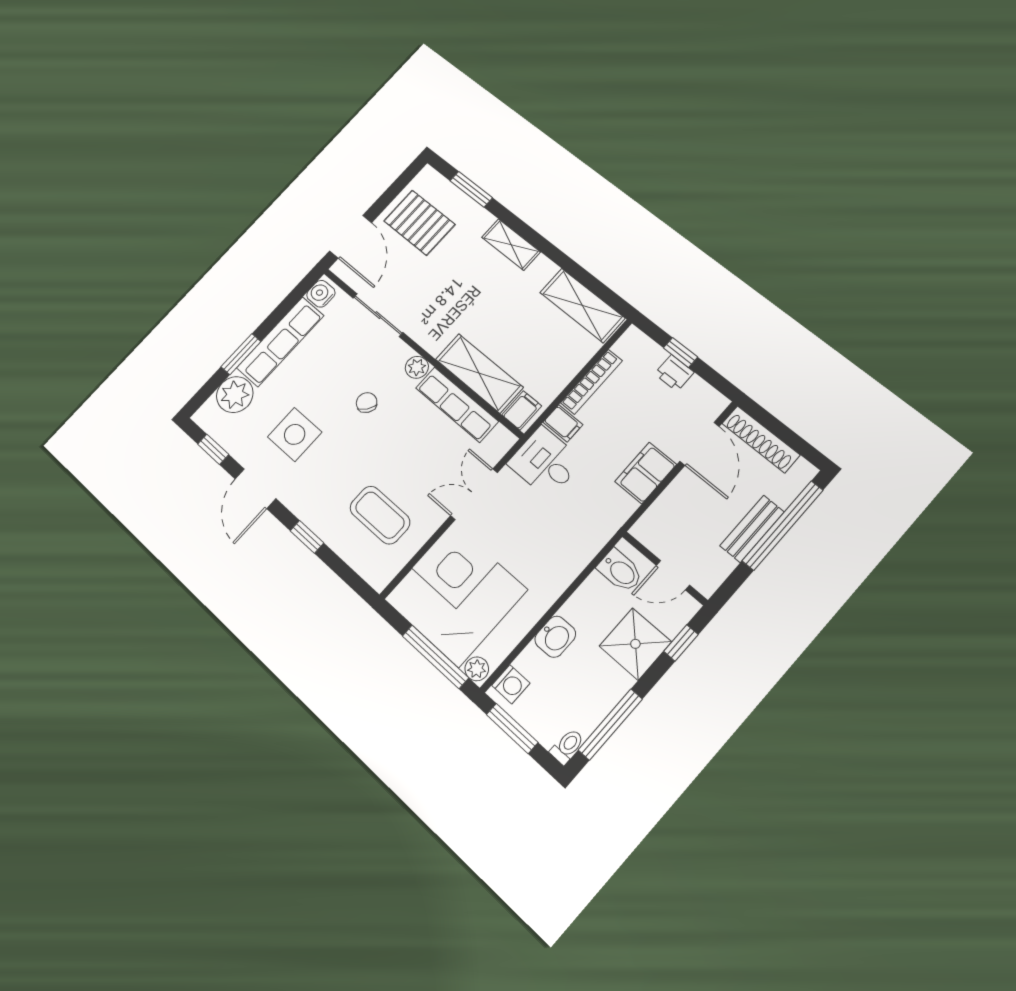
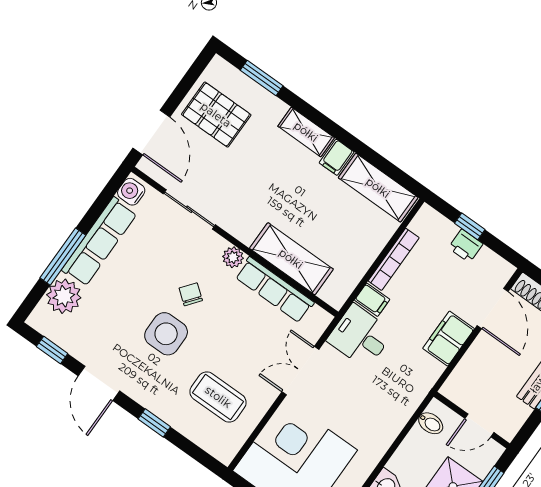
window: (241, 354) -> (63, 257), width x1.44
filing cabinet: (522, 410) -> (337, 157), moved, turned 180
side table: (295, 434) -> (166, 334), moved
bidet: (620, 571) -> (431, 423), width x0.72, depth x0.74

